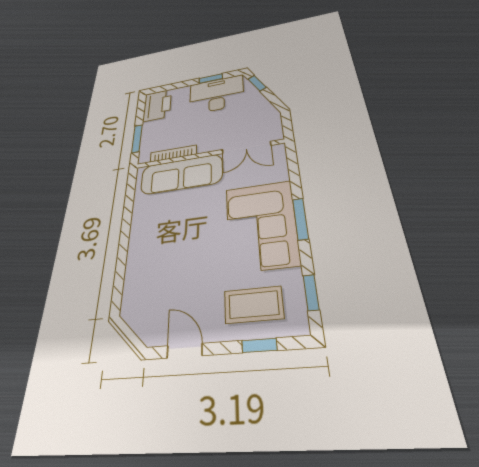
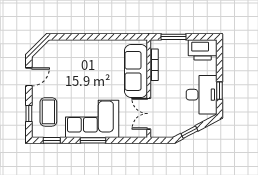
window: (257, 83) -> (189, 132), moved

